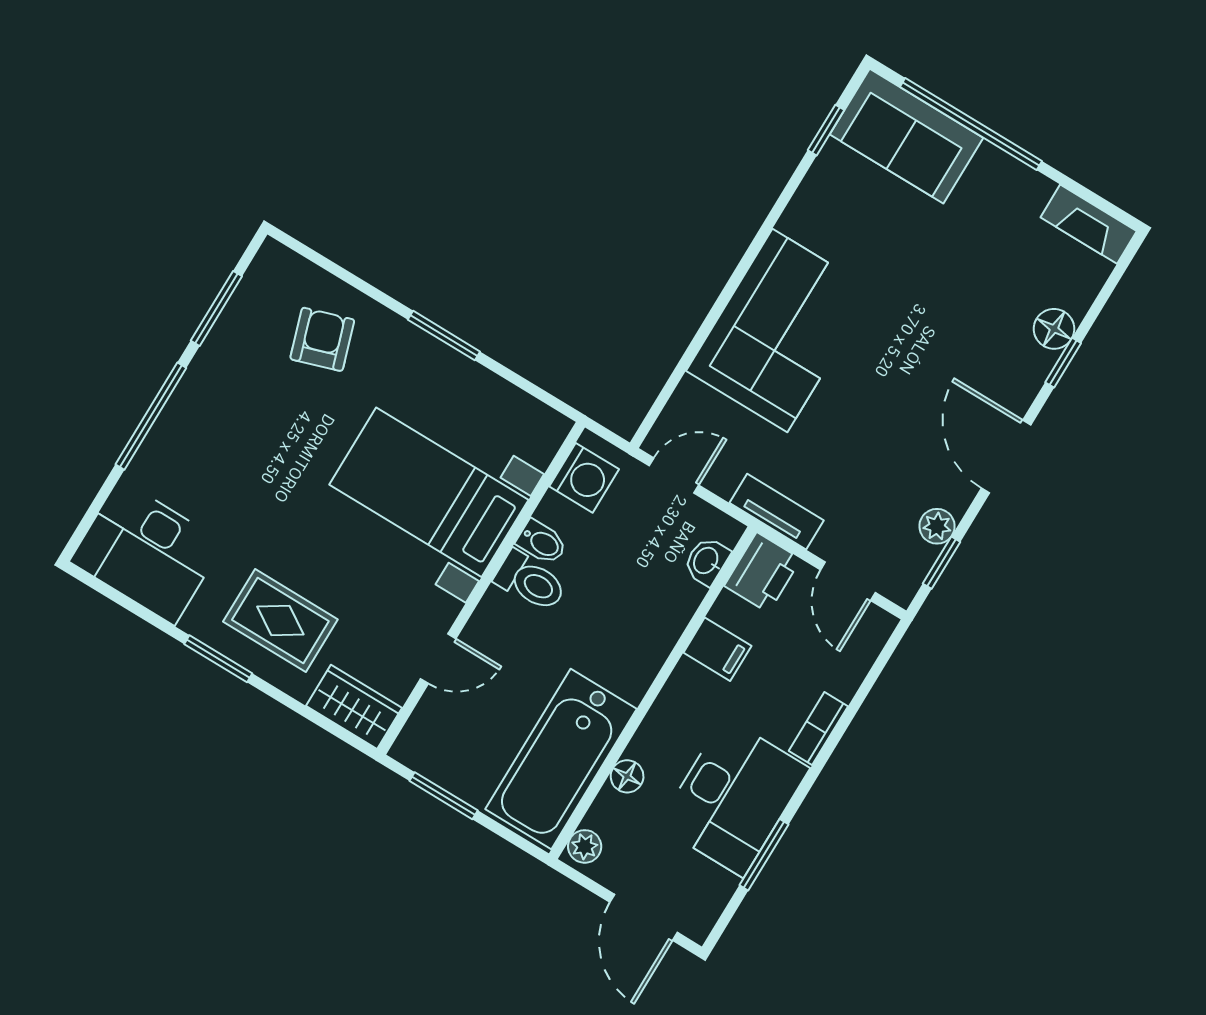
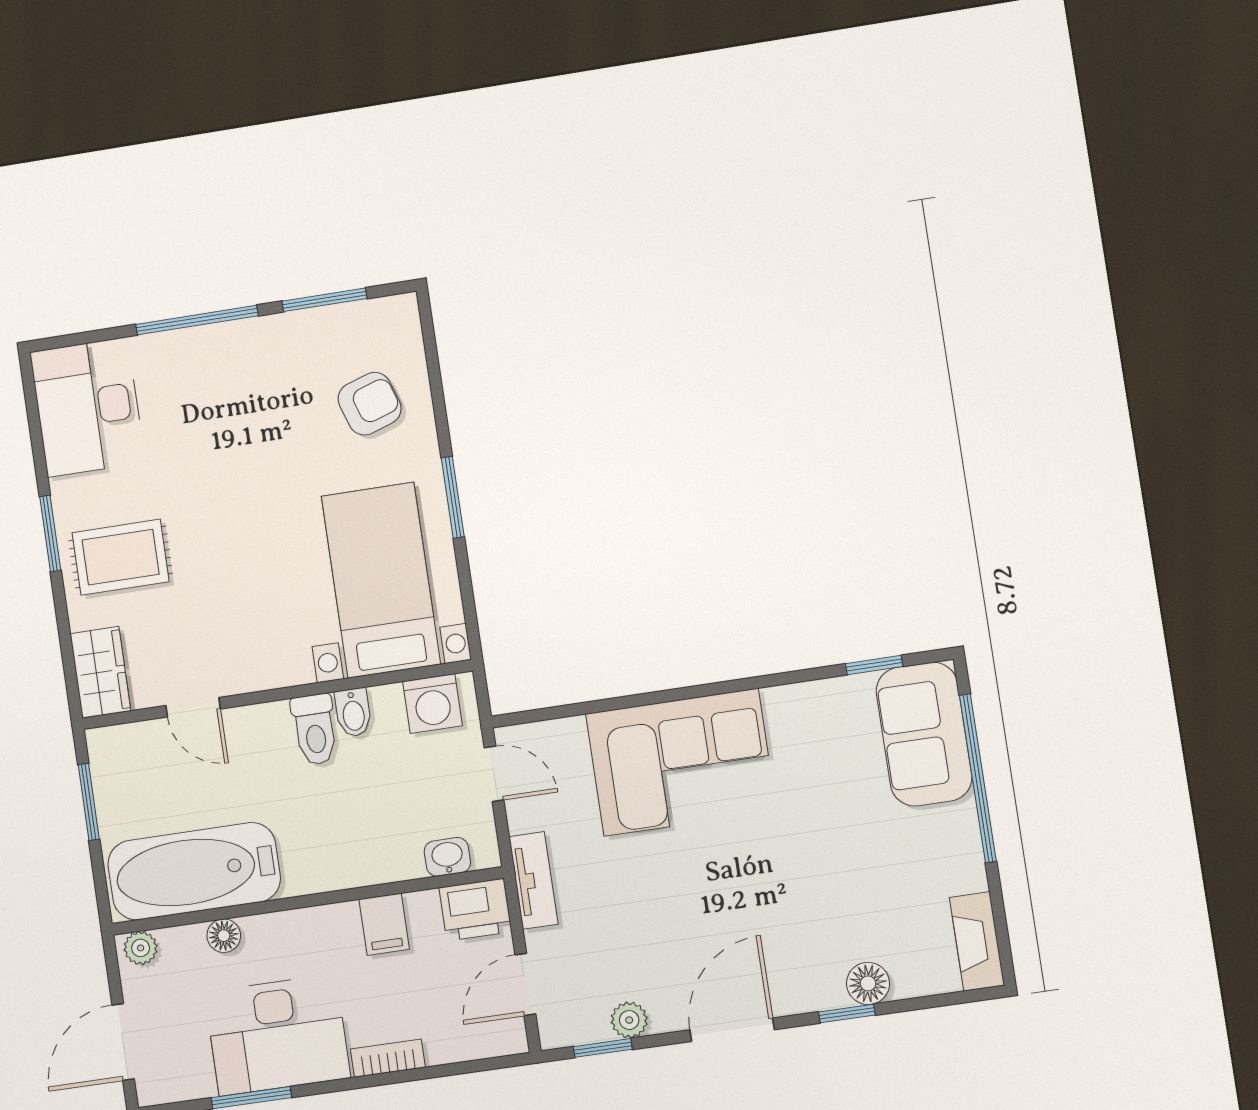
bed with nightstands: (429, 492) -> (381, 580), moved
rug: (280, 620) -> (121, 557), turned 90

